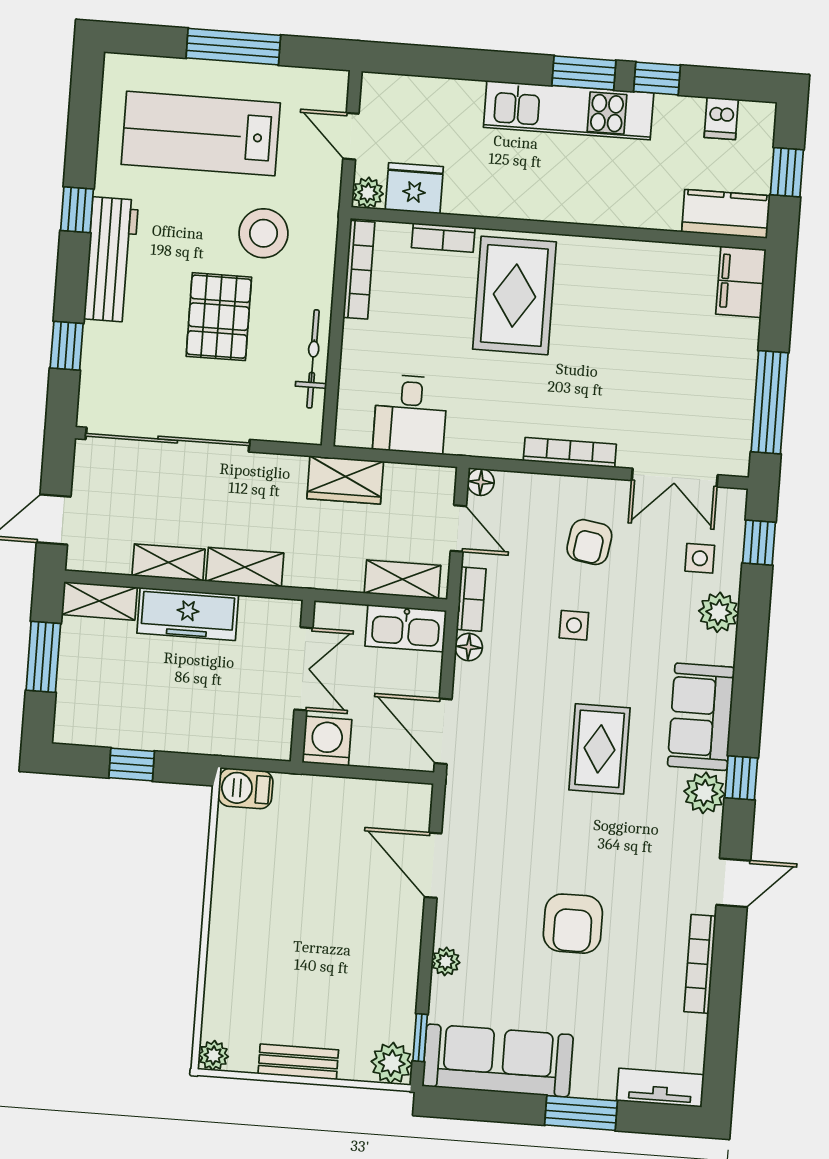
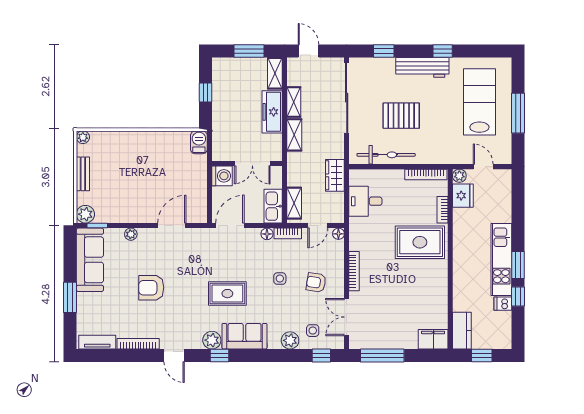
dishwasher: (721, 118) -> (503, 304), moved
door: (351, 136) -> (483, 167), hinge flipped
stool: (263, 233) -> (439, 132), removed
bicycle: (313, 359) -> (386, 155), width x1.37, depth x1.40
tv unit: (660, 1088) -> (97, 342), moved, turned -90

